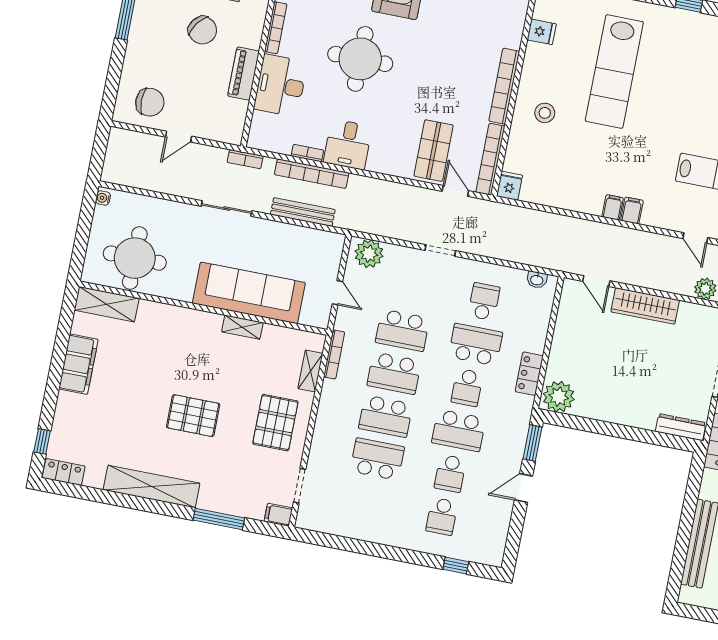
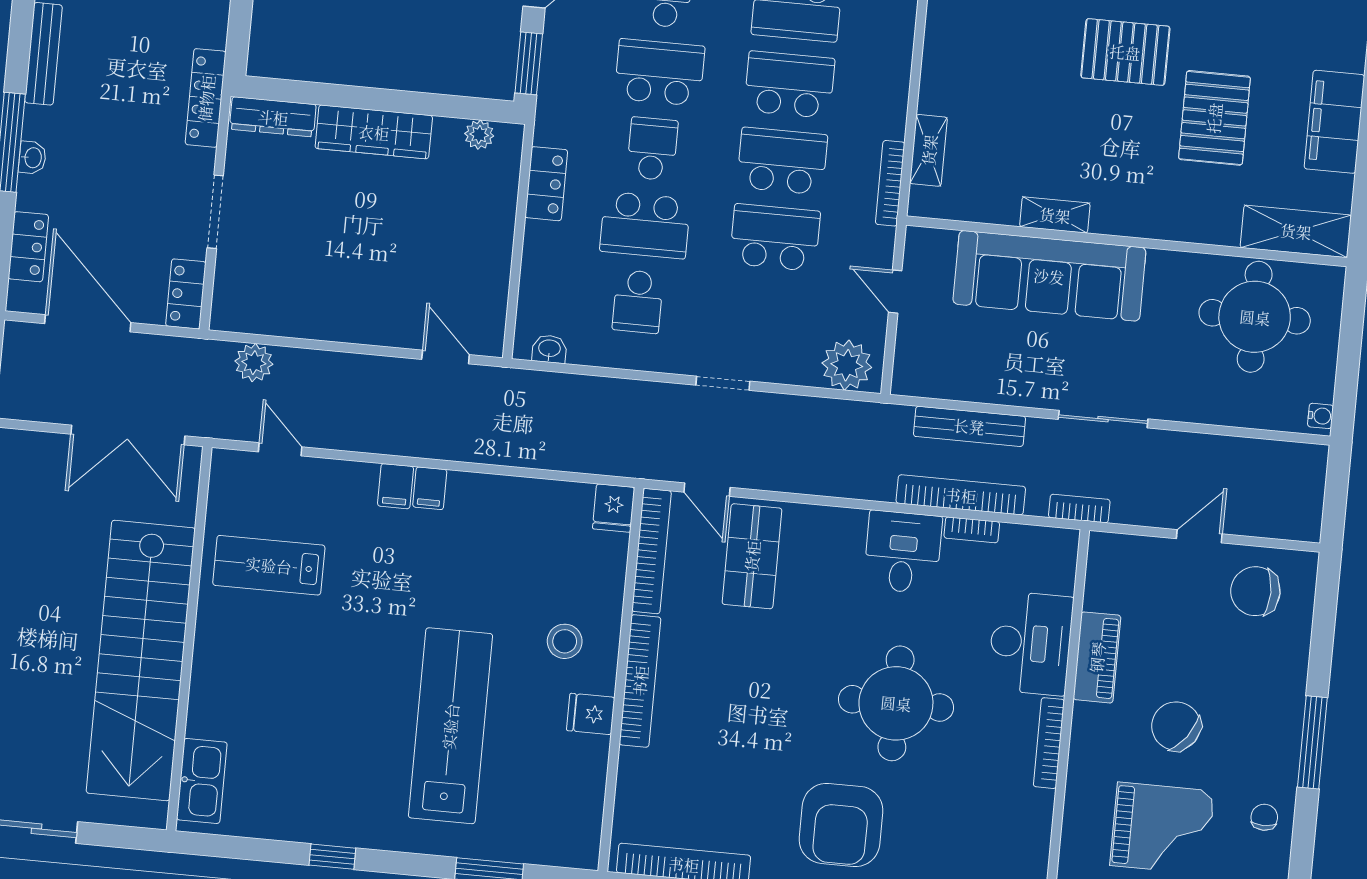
fridge: (542, 32) -> (591, 714), moved
wardrobe: (645, 306) -> (374, 132), moved, turned 180
plant: (559, 397) -> (479, 135), width x0.53, depth x0.53
pallet: (275, 423) -> (1214, 118), moved

